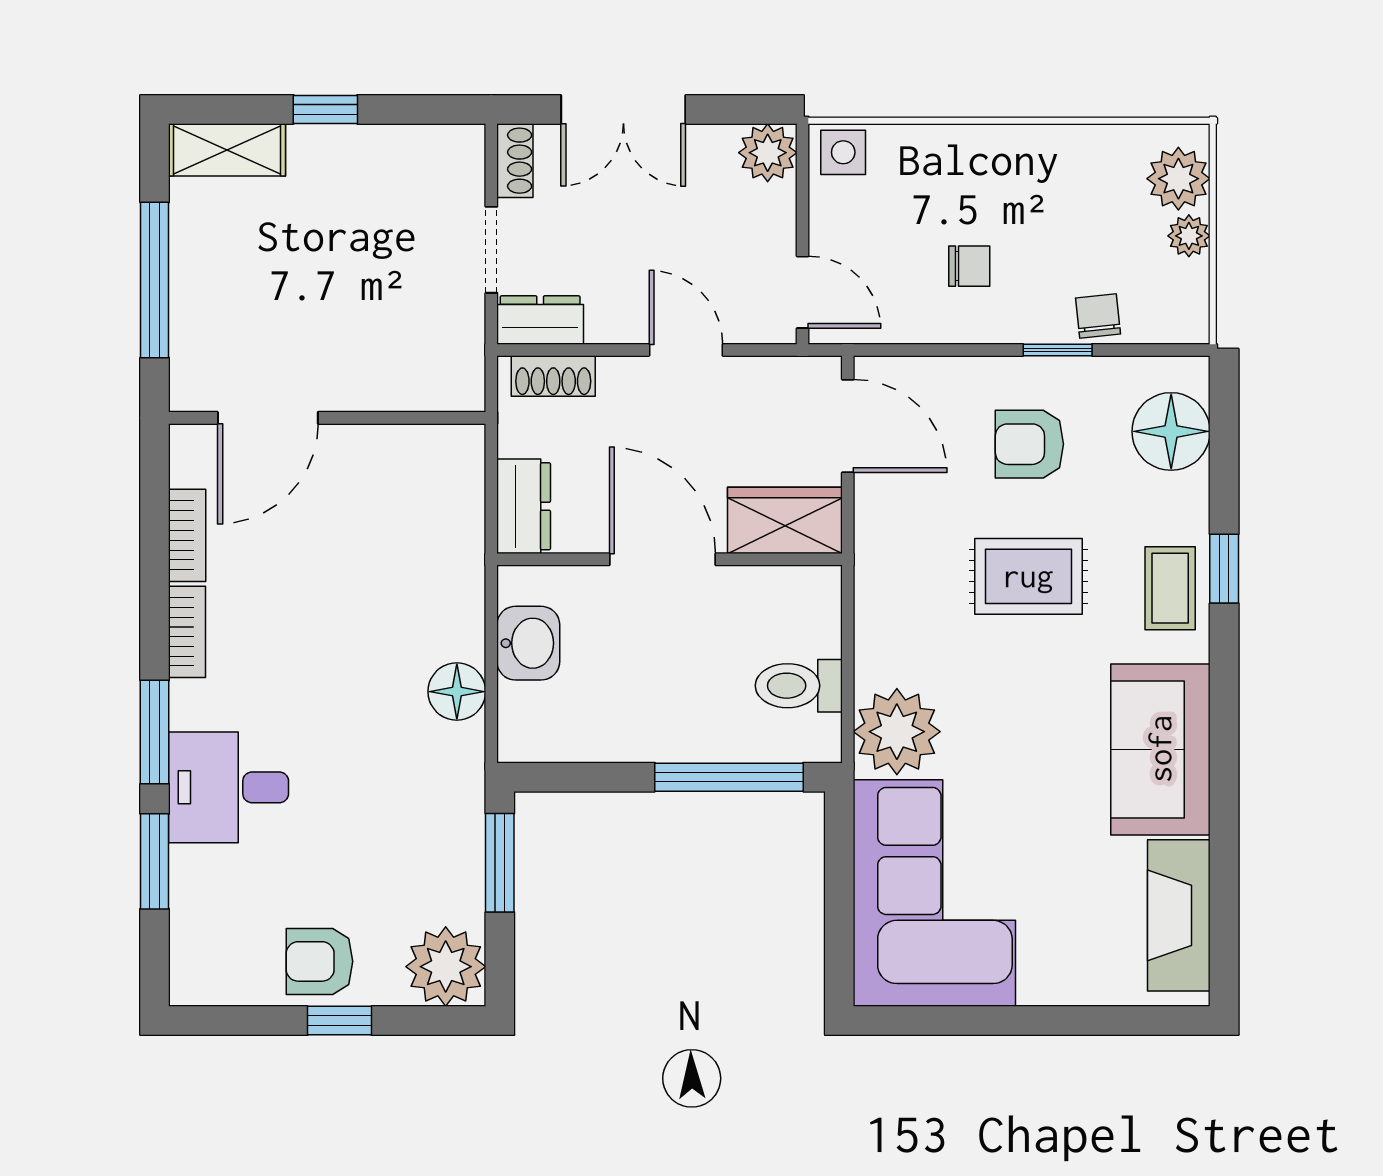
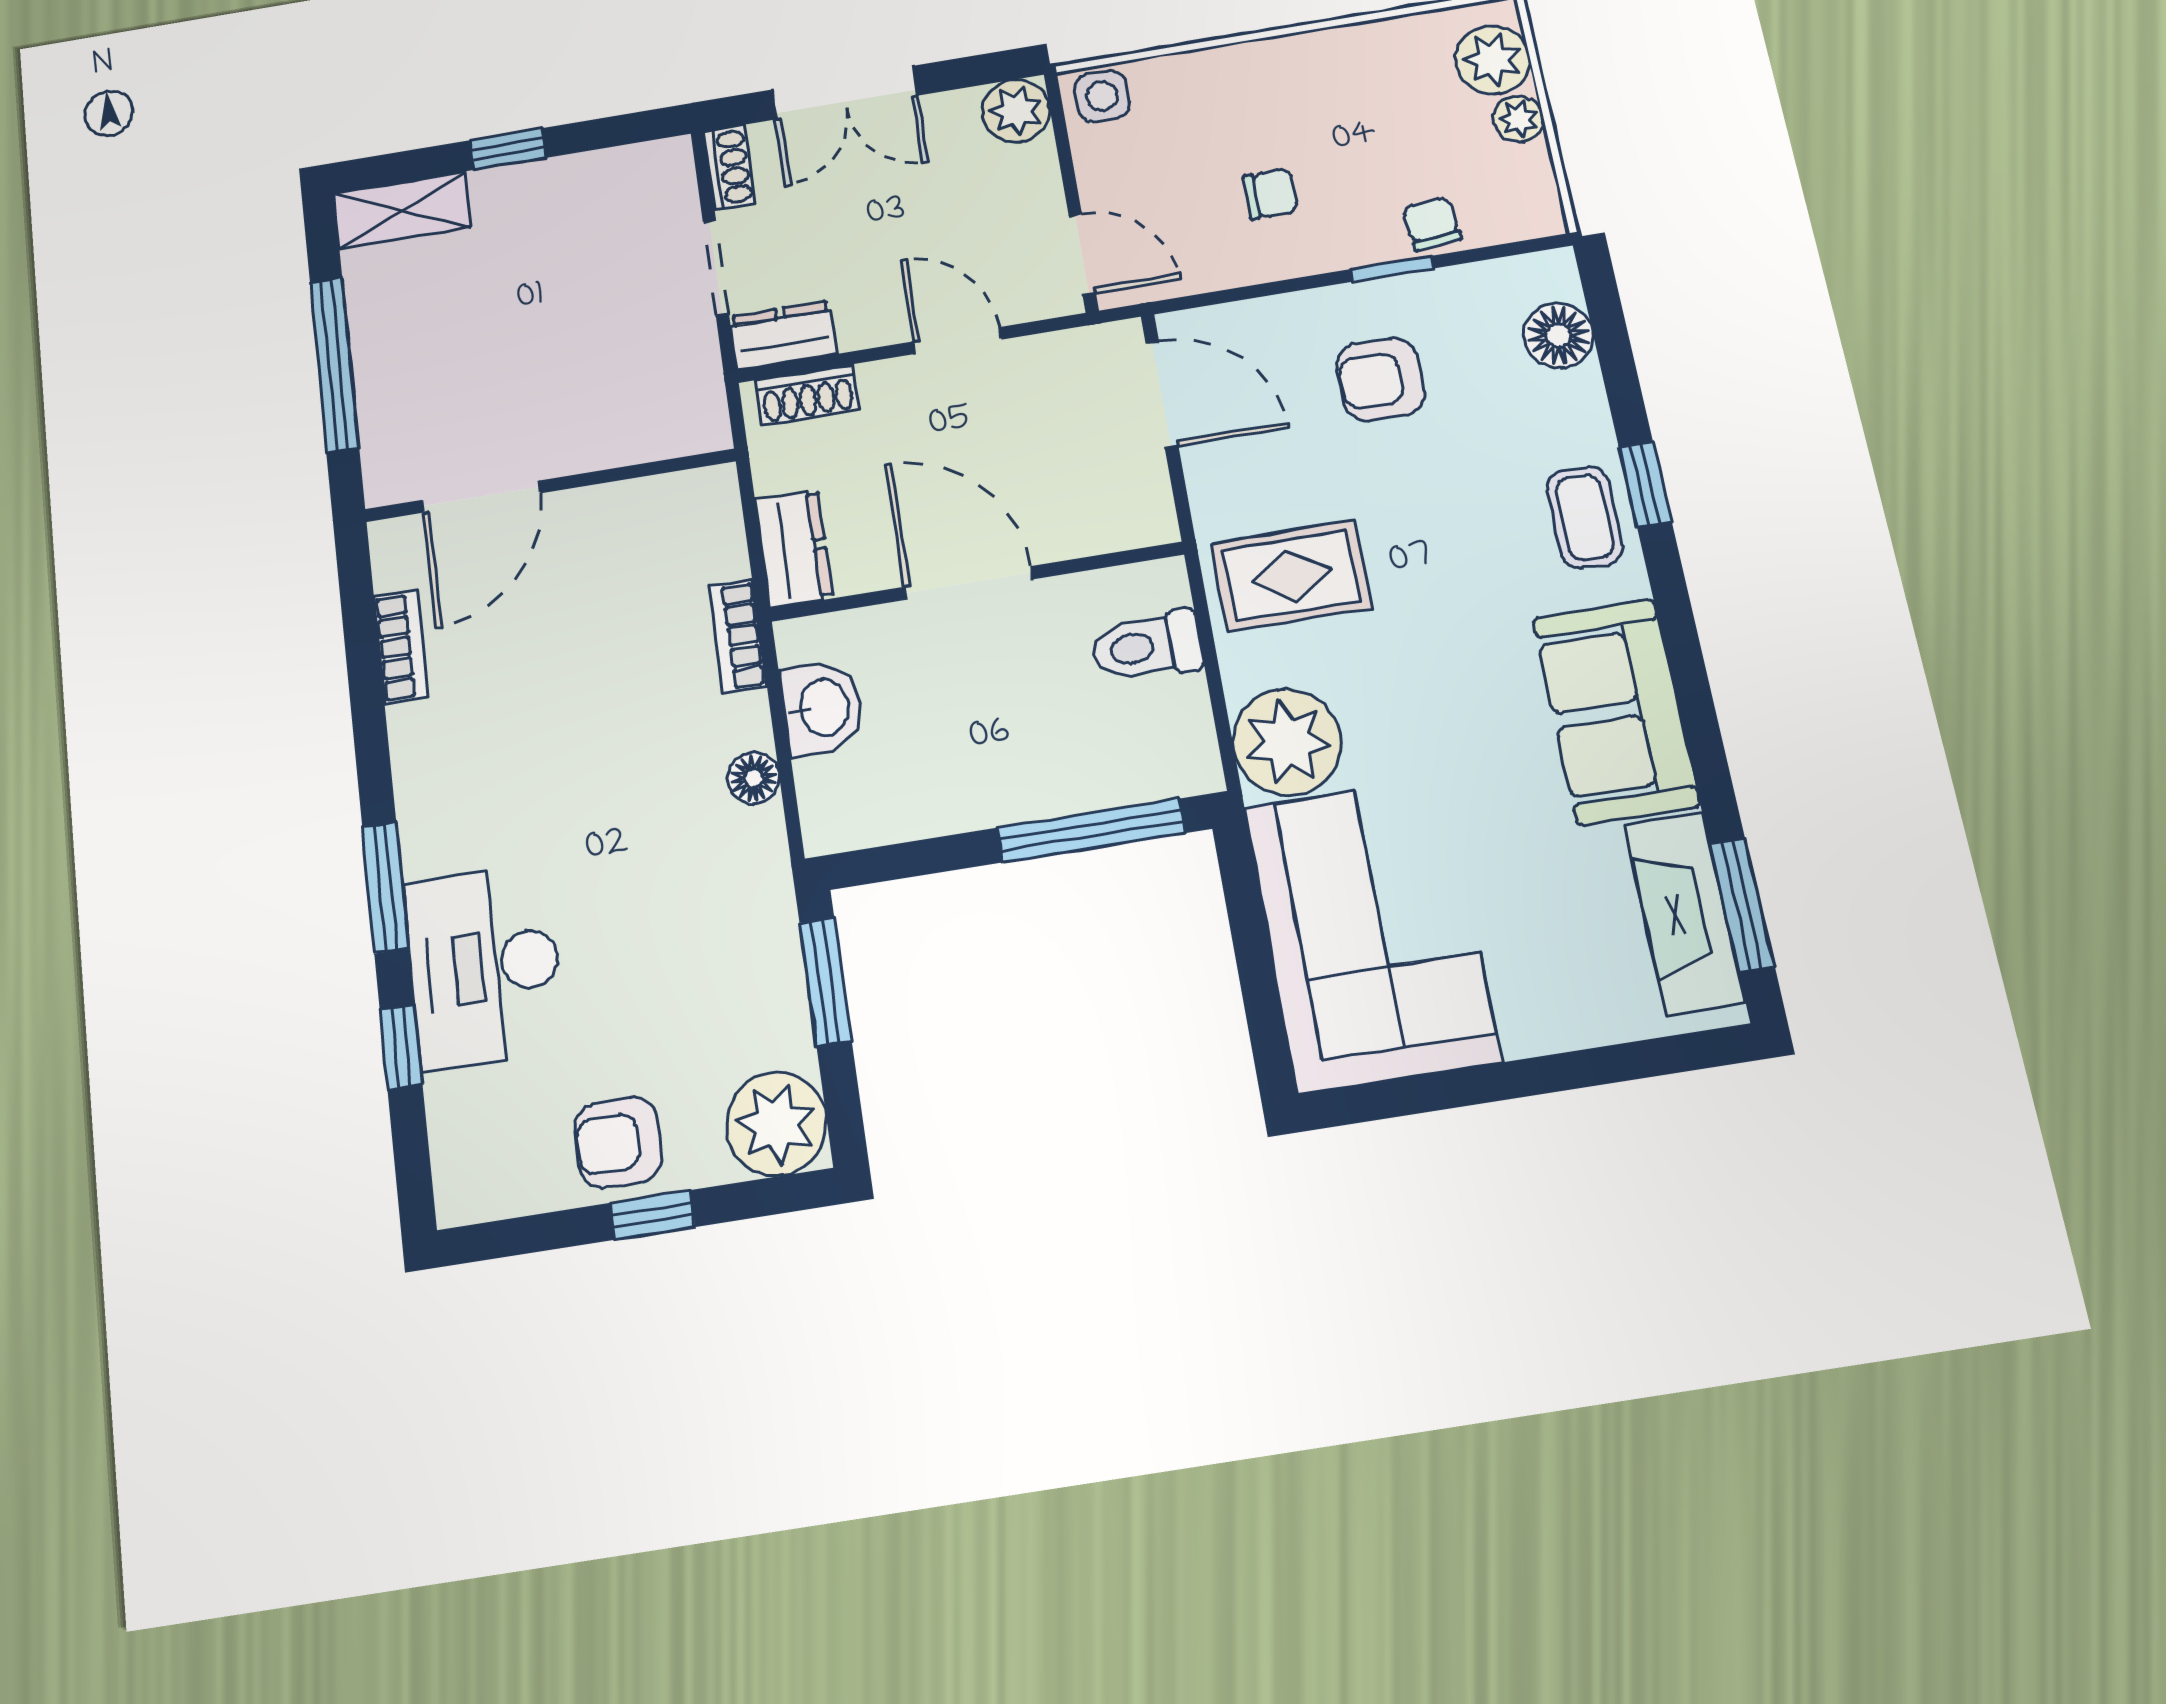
floor lamp: (1171, 431) -> (1558, 336), width x0.73, depth x0.73
wardrobe: (785, 520) -> (1106, 514), removed
rug: (1028, 576) -> (1291, 576), moved
bookcase: (187, 632) -> (738, 636), moved, turned 180
toilet: (799, 686) -> (1147, 646), moved
floor lamp: (457, 692) -> (754, 778), width x0.73, depth x0.73
desk: (229, 787) -> (485, 966), width x1.37
window: (155, 861) -> (401, 1047), width x0.67
window: (1224, 916) -> (1742, 905), added

